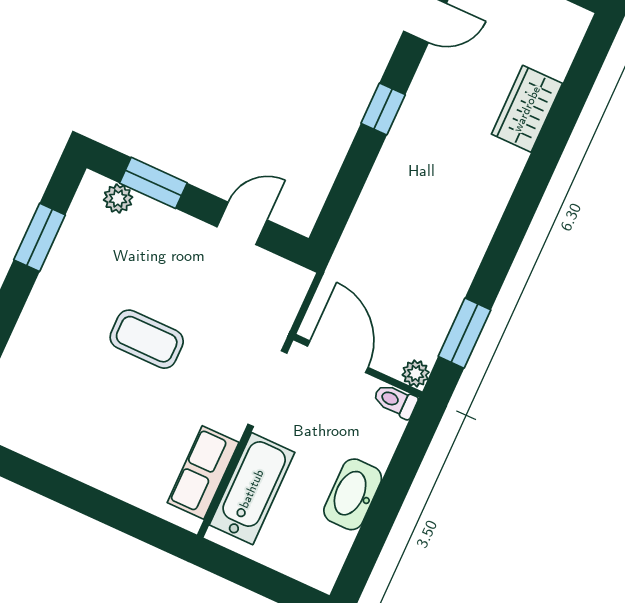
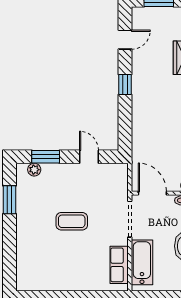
door: (242, 223) -> (89, 157), hinge flipped

